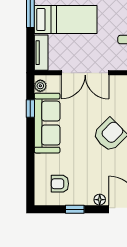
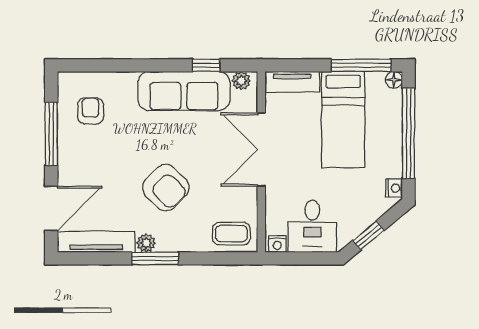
floor lamp: (100, 200) -> (66, 172), removed
window: (75, 209) -> (51, 134), width x2.17

